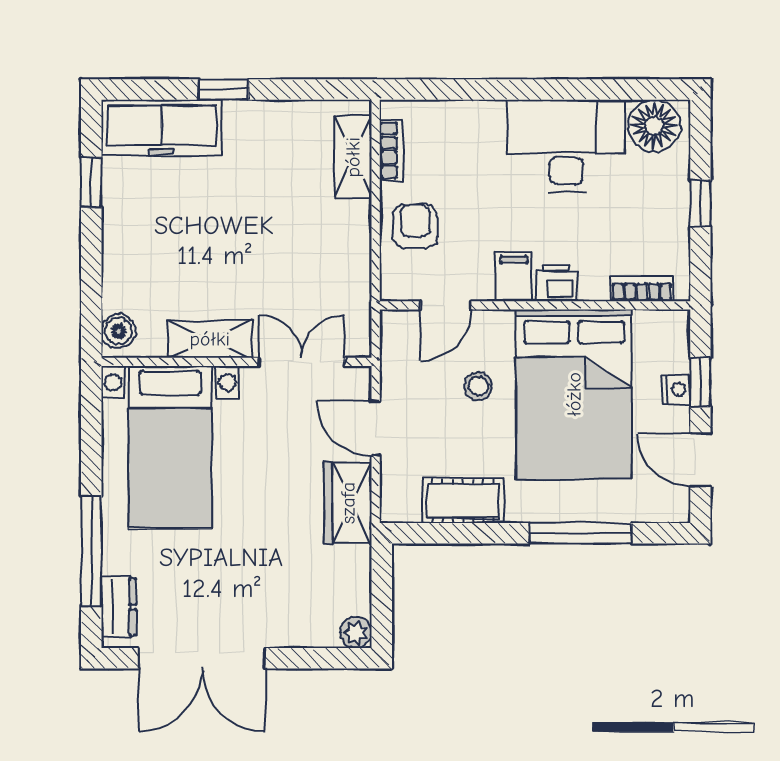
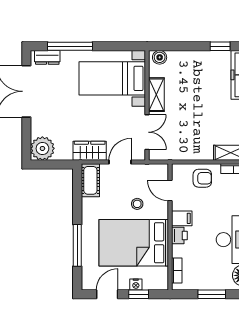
window: (700, 203) -> (212, 294), width x1.50
cot: (463, 501) -> (90, 180), moved
plant: (356, 633) -> (42, 148), width x1.87, depth x1.87

